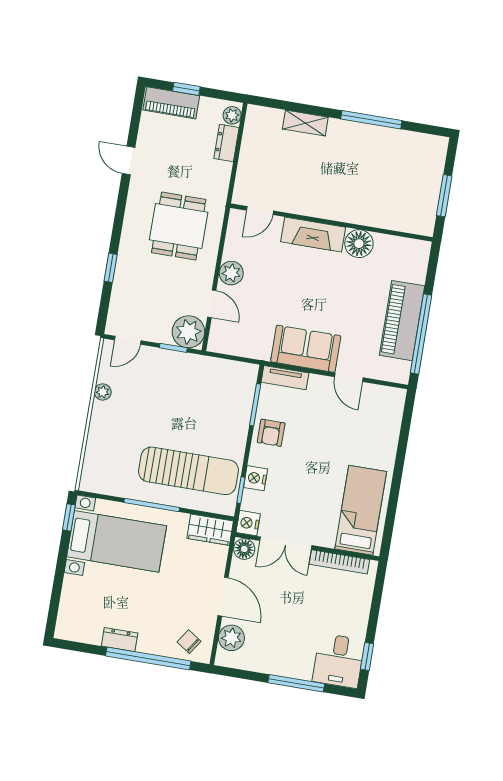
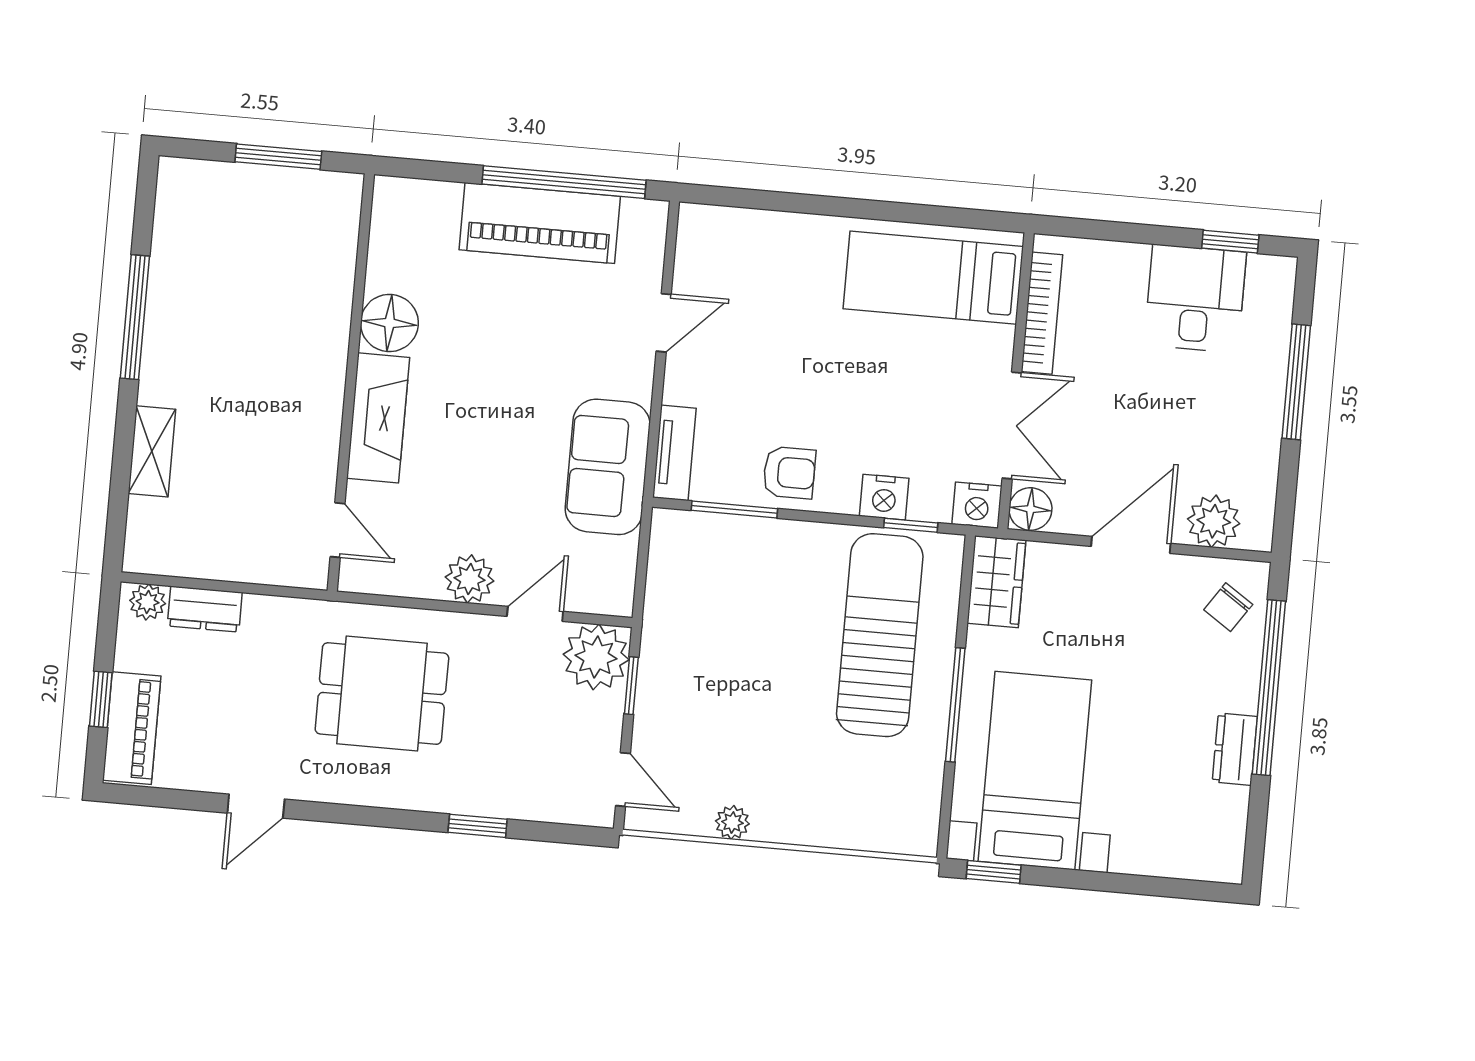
sofa: (306, 349) -> (608, 467), moved
desk: (339, 661) -> (1195, 298), moved, turned -90

